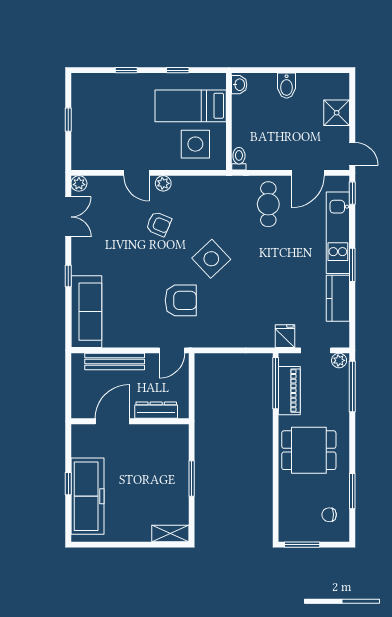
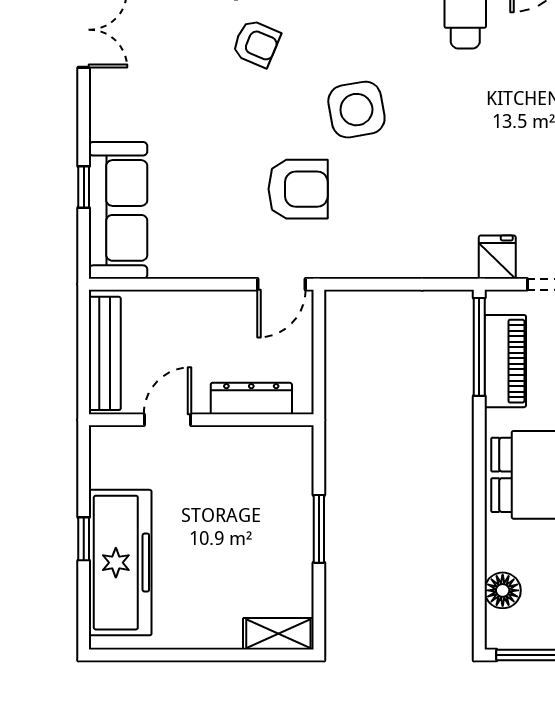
side table: (211, 259) -> (356, 110), turned 33
window: (68, 276) -> (84, 187), moved
bench: (115, 361) -> (105, 353), moved, turned 90
door: (112, 421) -> (167, 420), width x0.73
floor lamp: (288, 511) -> (503, 590), added

